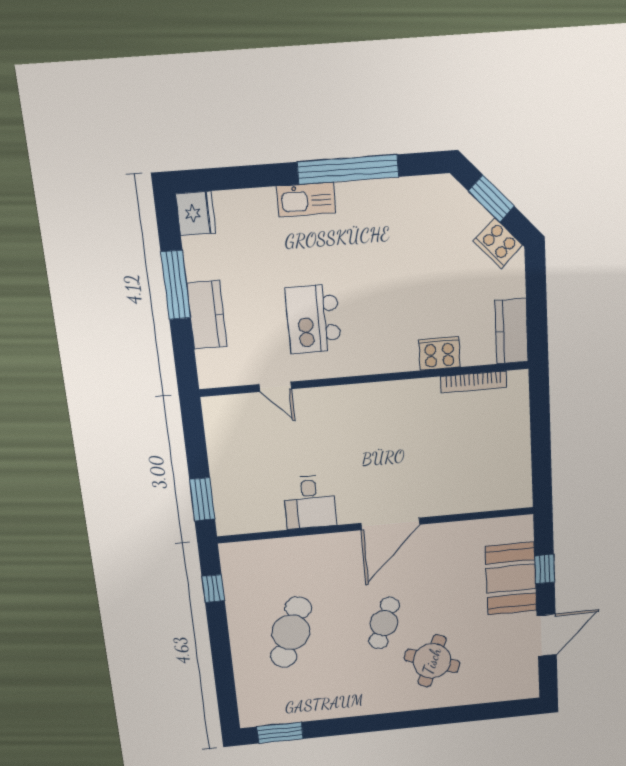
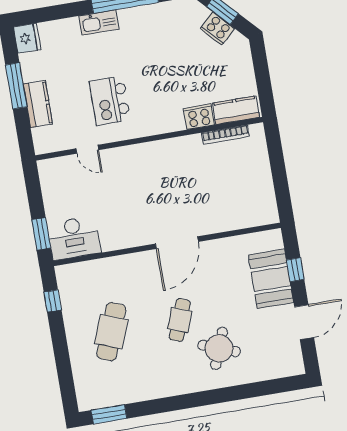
cooker: (498, 243) -> (217, 29), moved
kitchen counter: (512, 331) -> (236, 110), moved, turned 90
desk: (310, 502) -> (74, 238), moved, width x1.37

